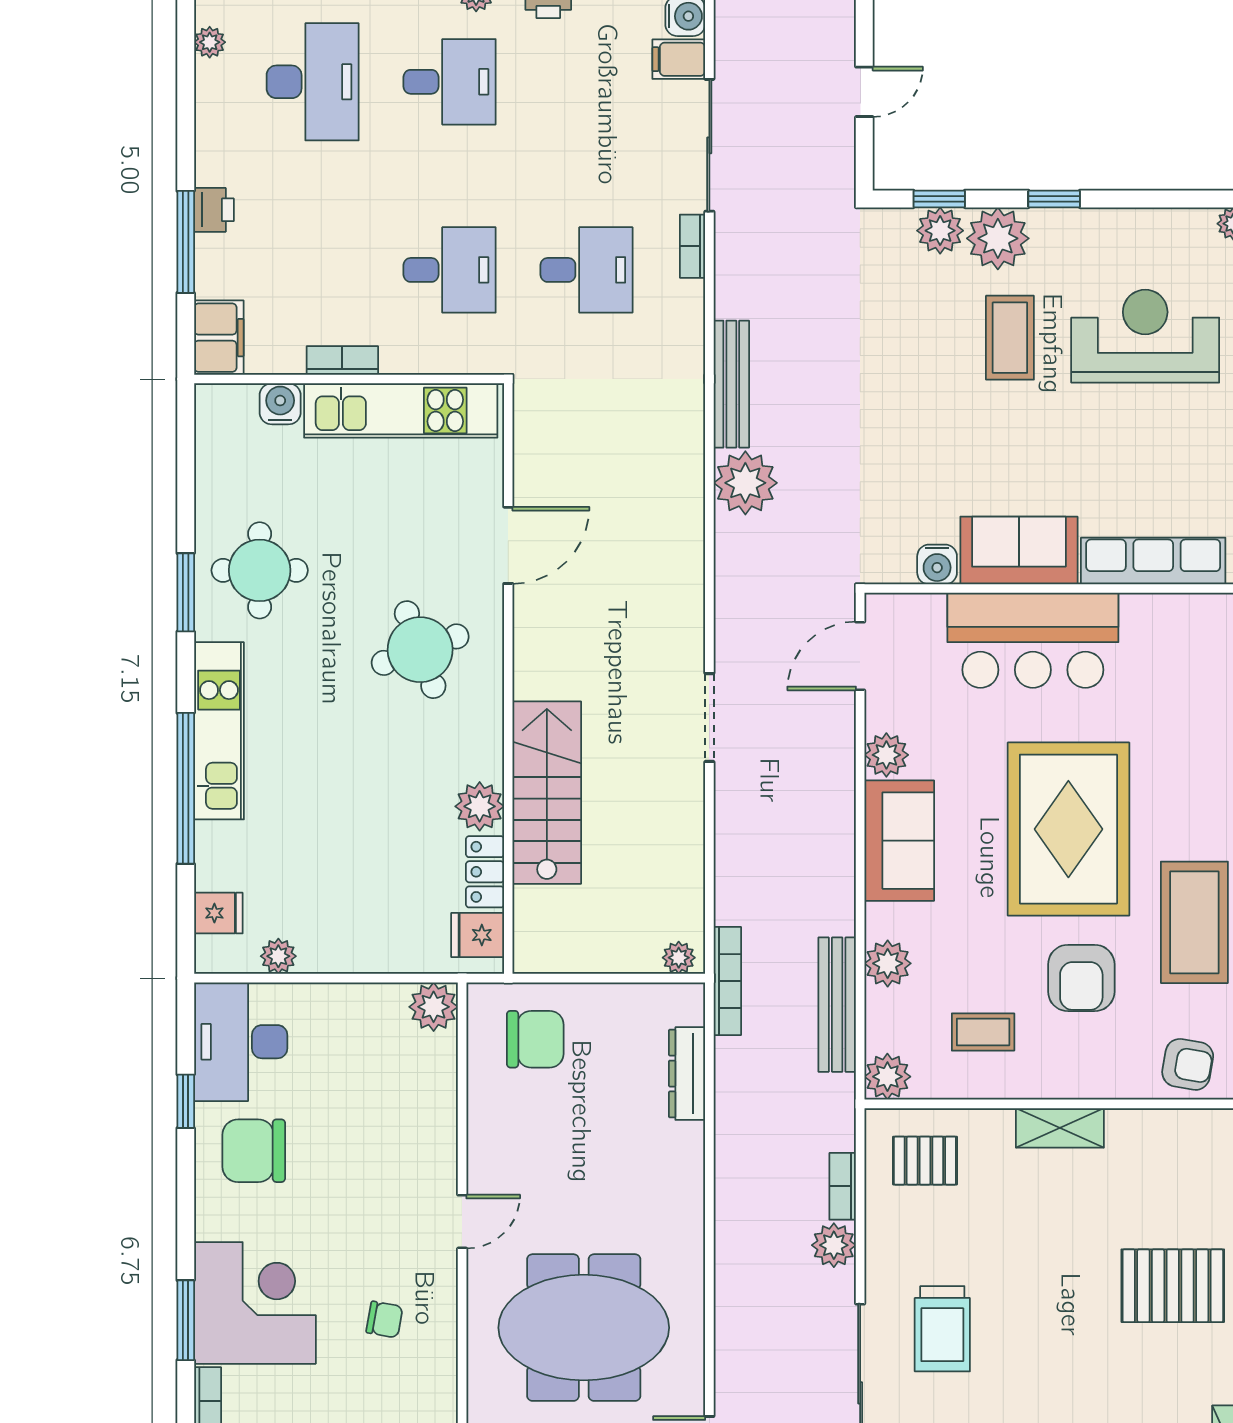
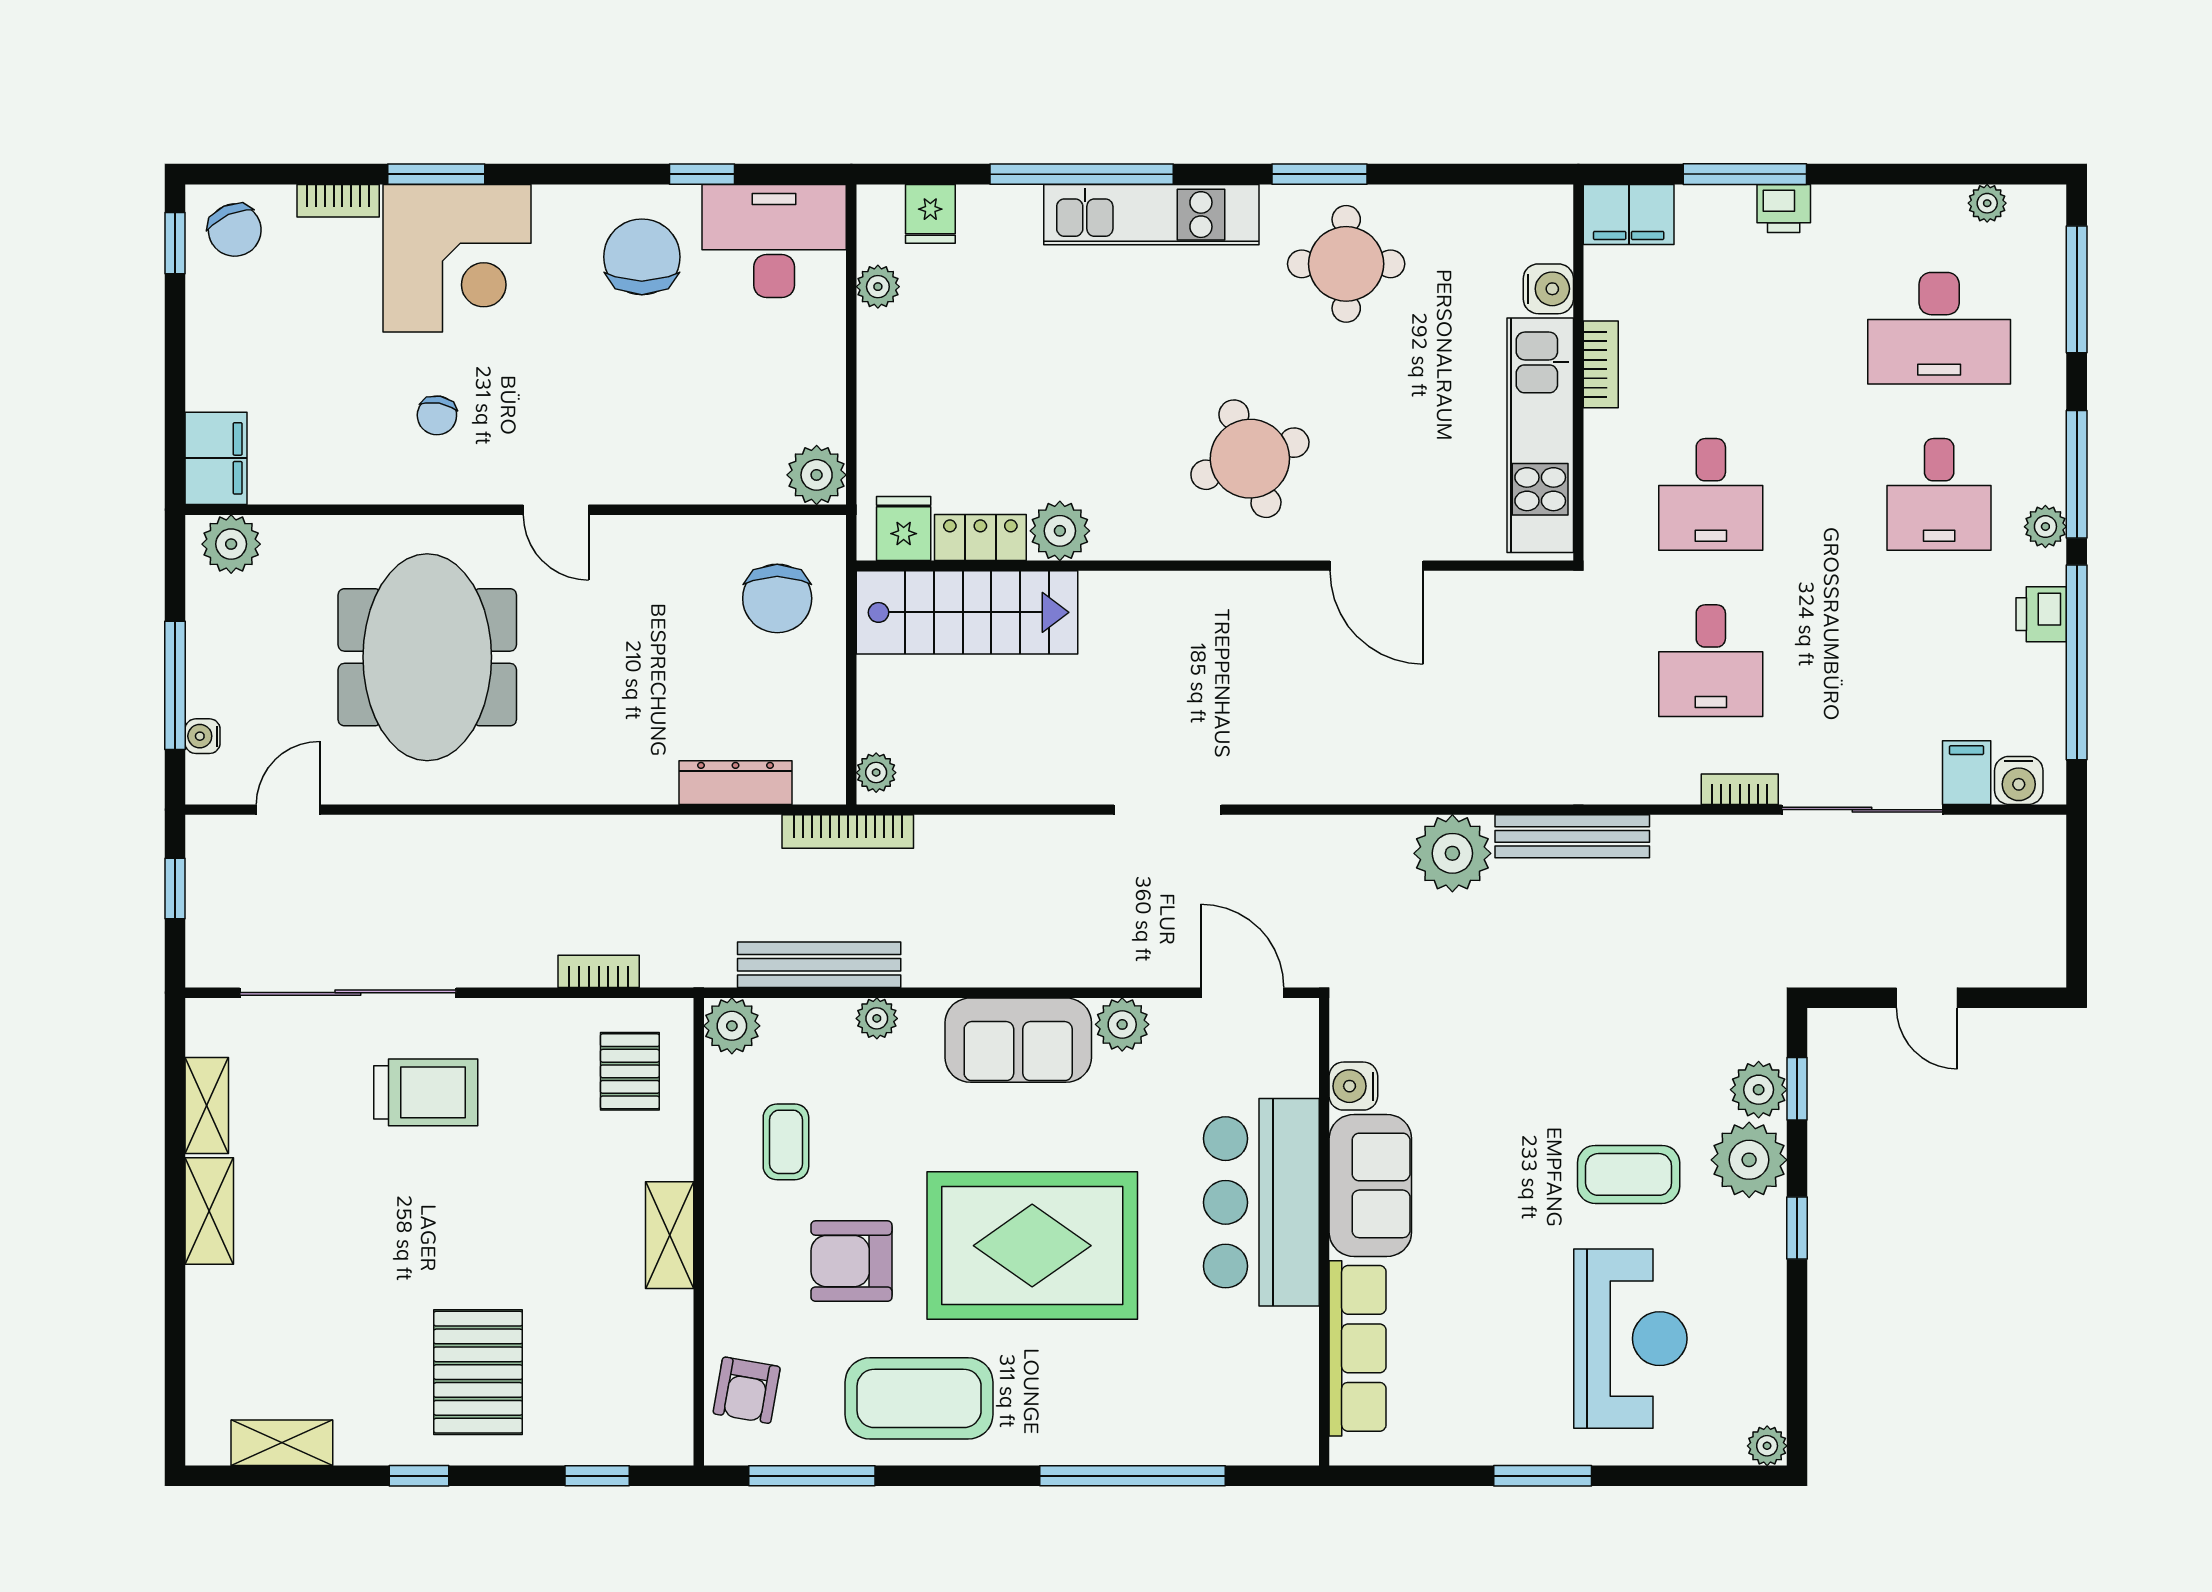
stairs: (547, 793) -> (967, 612), moved
plant: (888, 963) -> (877, 1018), width x0.73, depth x0.73
plant: (834, 1245) -> (527, 961), removed
trolley: (942, 1329) -> (426, 1092), turned 180

